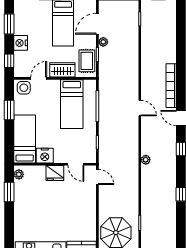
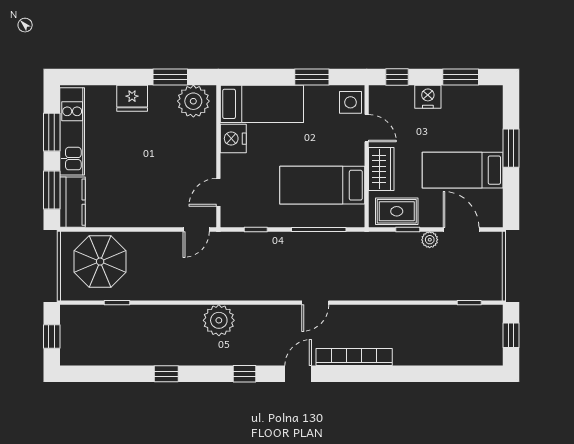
plant: (146, 160) -> (219, 320), width x1.87, depth x1.87
fridge: (55, 173) -> (132, 98), moved, turned -90
plant: (19, 174) -> (193, 101), width x1.88, depth x1.88

